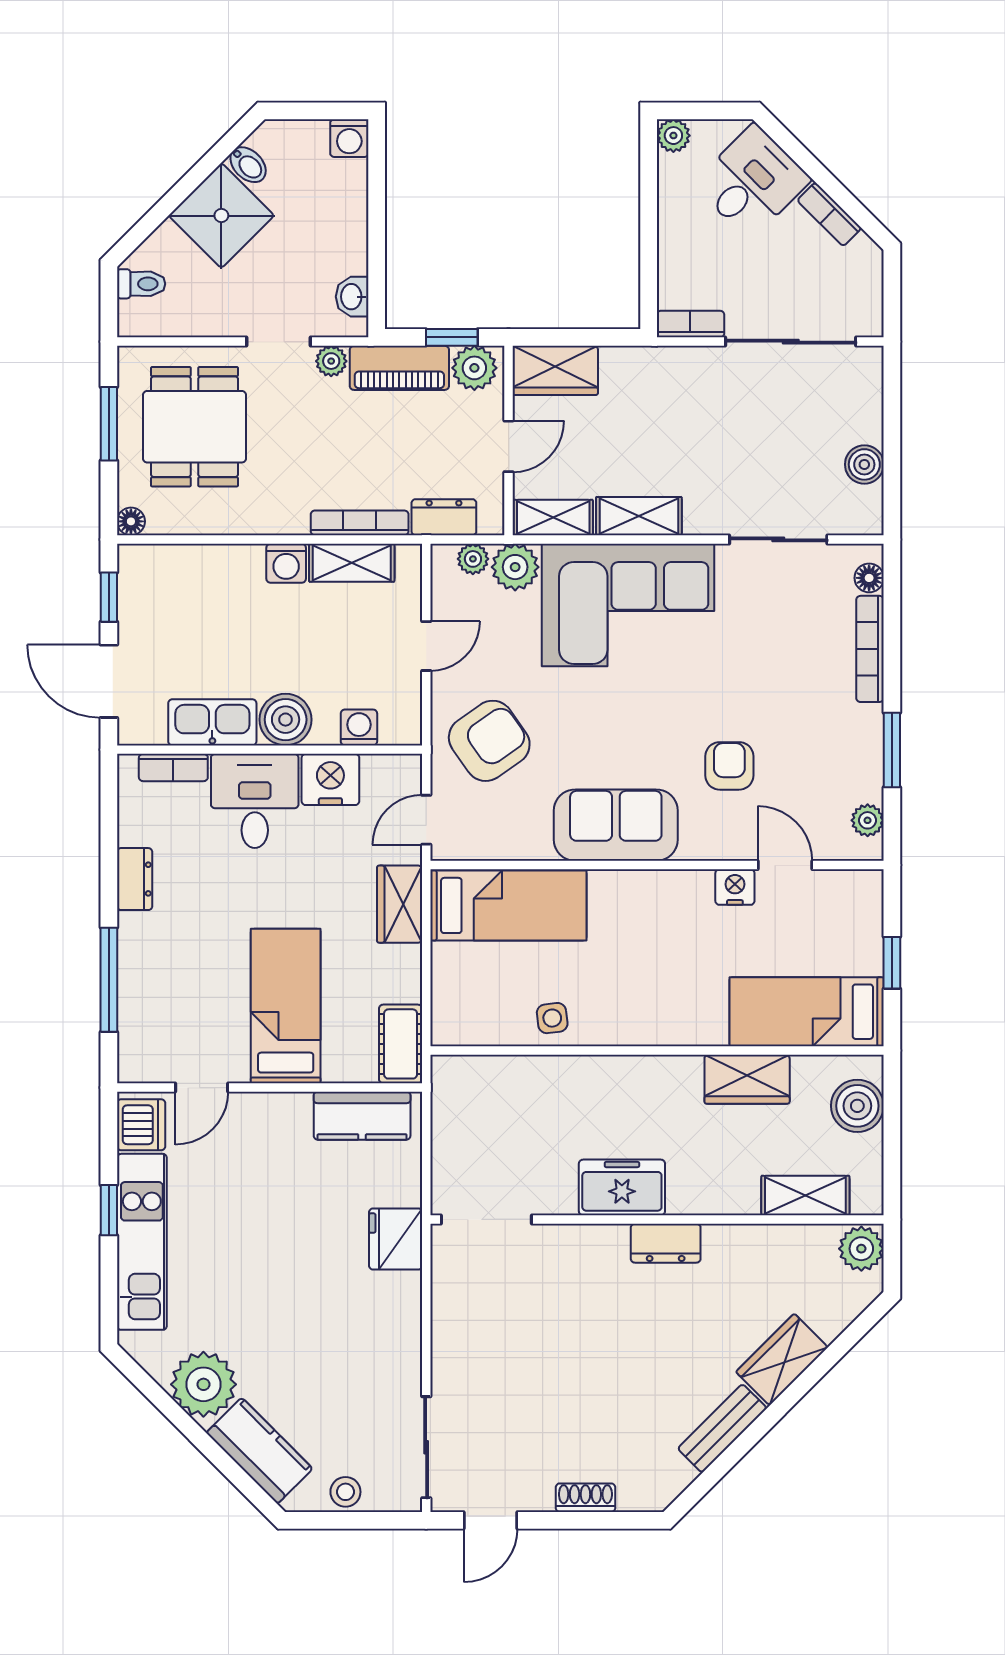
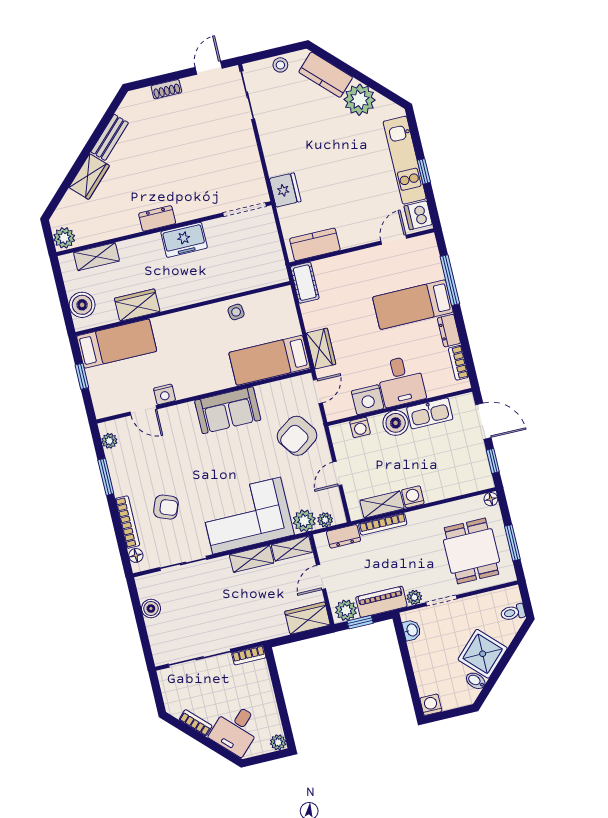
armchair: (729, 766) -> (166, 507), moved, turned -69
bookcase: (173, 767) -> (458, 363), moved, turned -90
bed: (286, 1006) -> (413, 305), moved, turned 90

